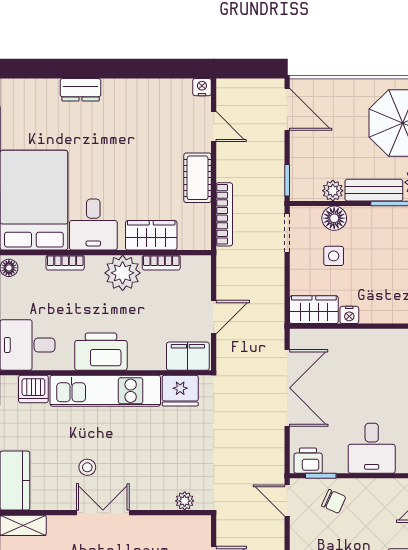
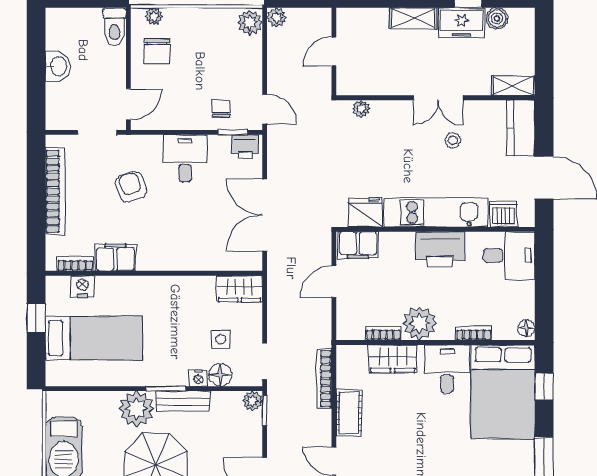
plant: (333, 191) -> (252, 401), moved
nightstand: (349, 315) -> (198, 378), moved, turned 180
chair: (334, 501) -> (221, 108), turned 66

